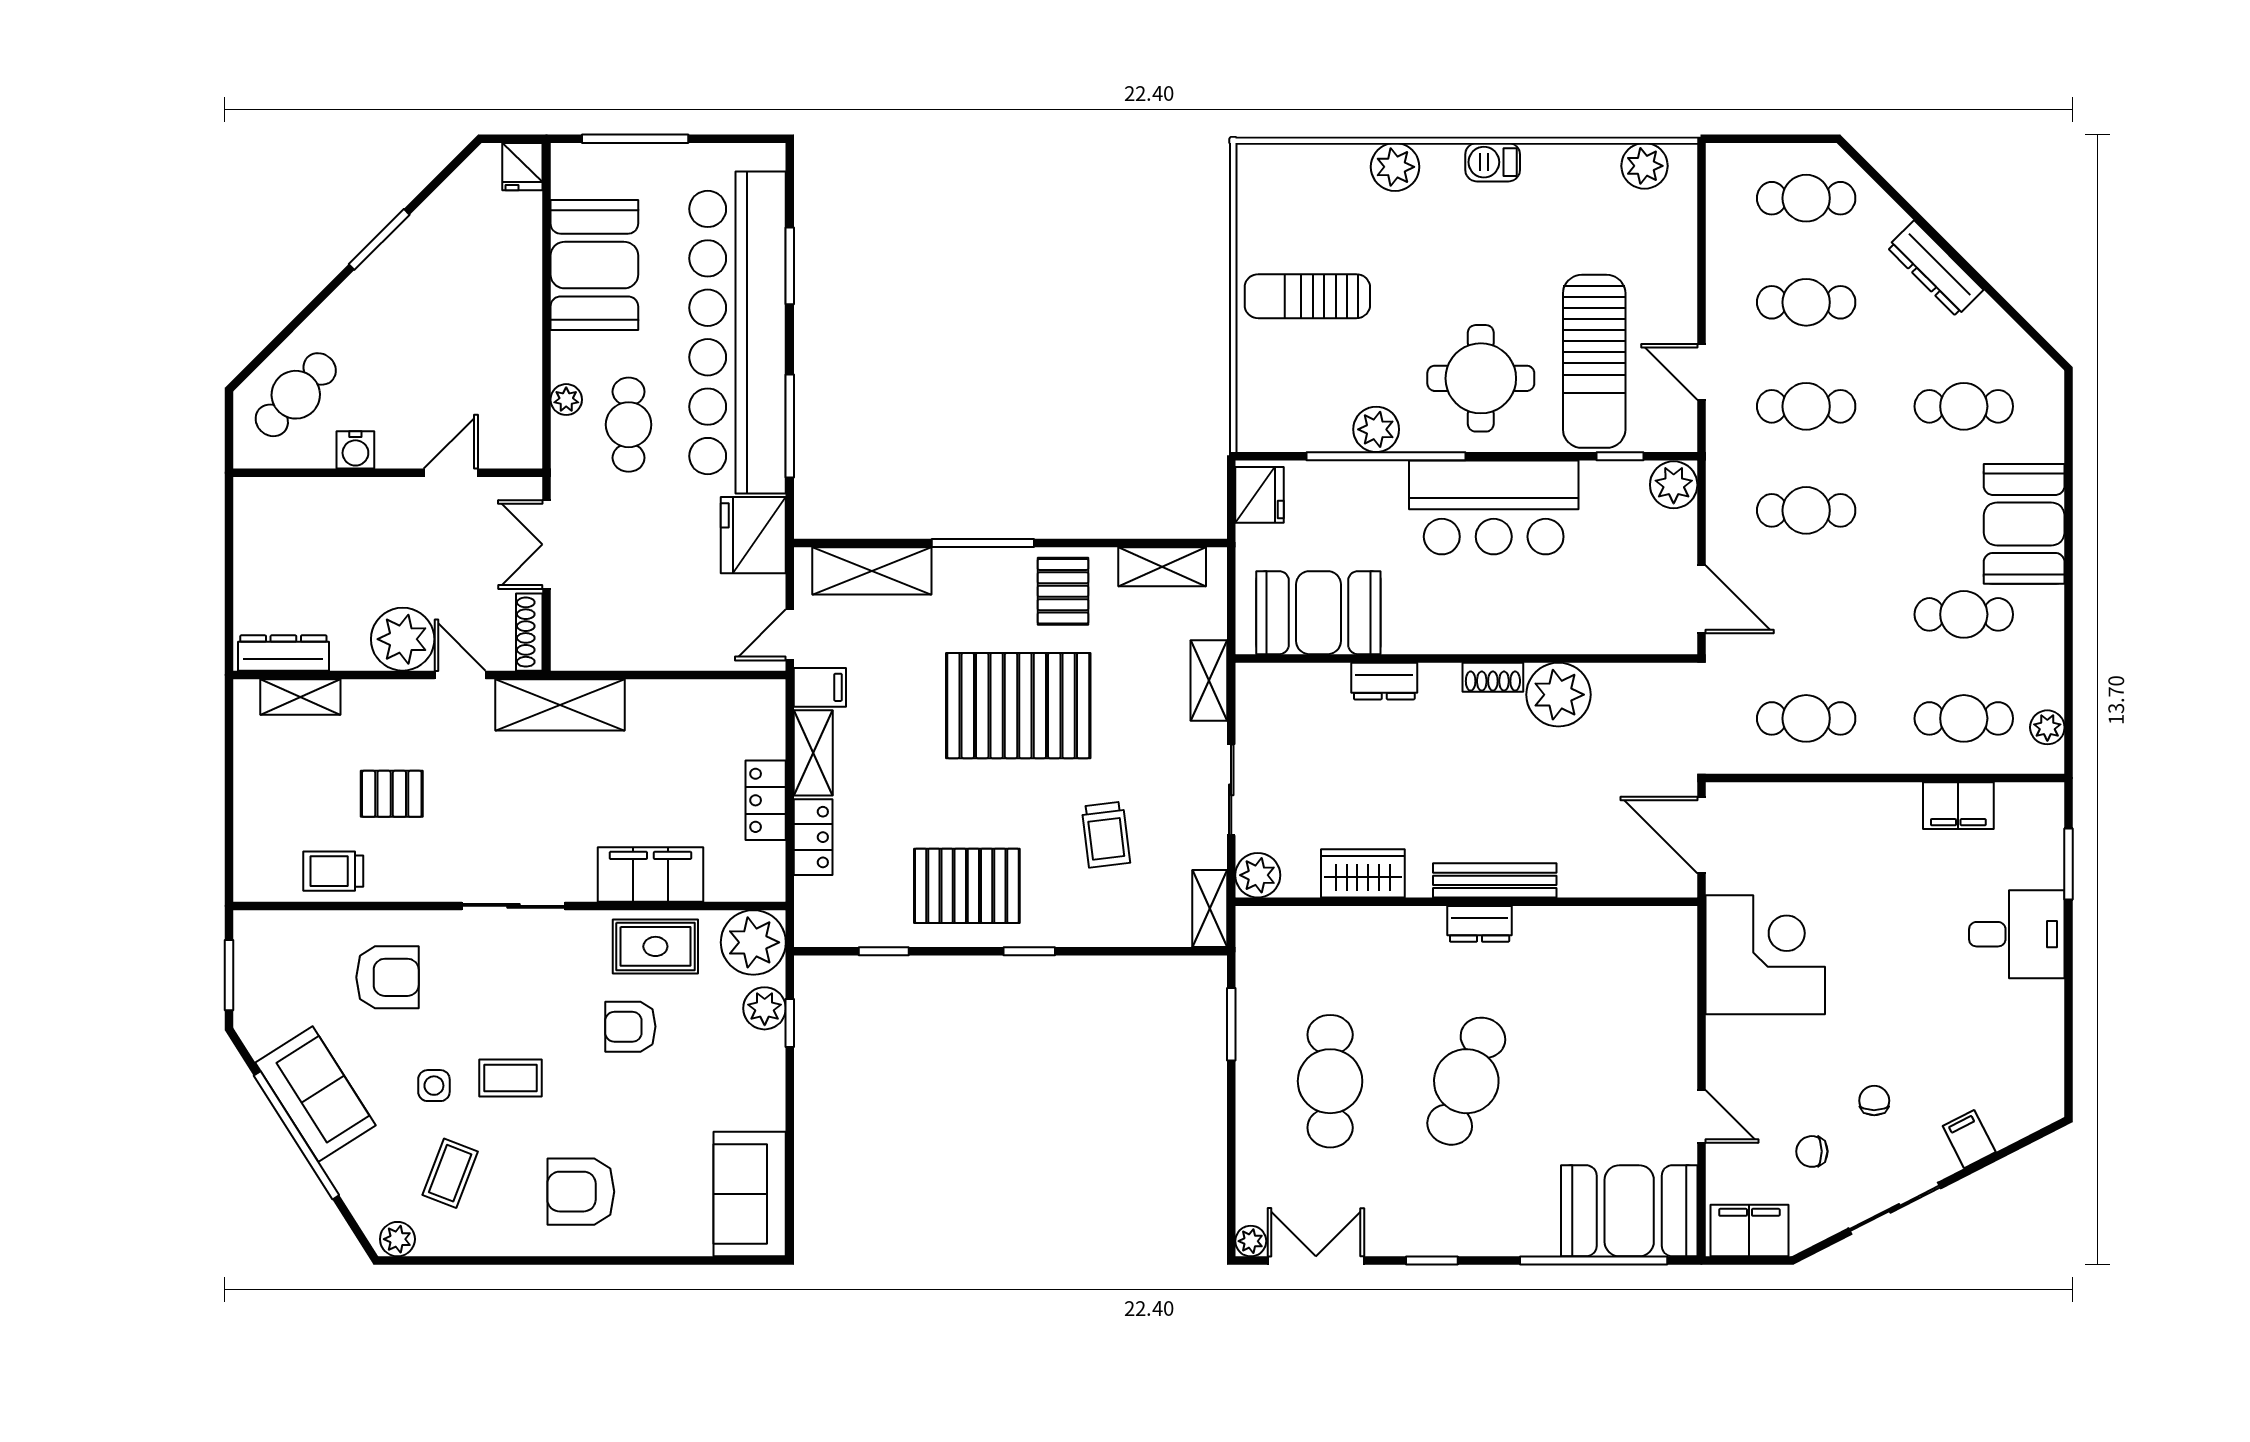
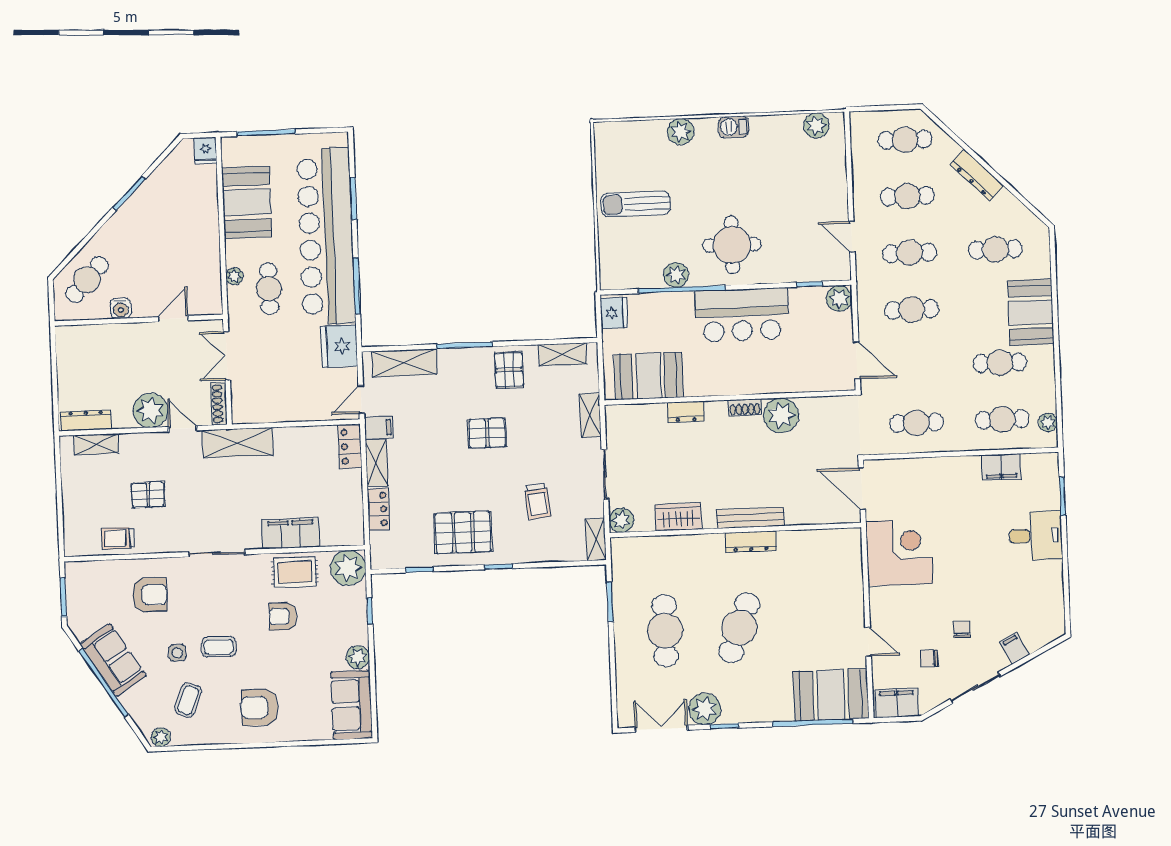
sun lounger: (1594, 361) -> (793, 233), removed
pallet: (1018, 706) -> (487, 433), width x0.49, depth x0.50
locker: (766, 800) -> (350, 447), moved
dresser: (1480, 924) -> (751, 542), width x1.44
plant: (765, 1008) -> (358, 657), moved
plant: (1251, 1241) -> (705, 709), moved, width x1.88, depth x1.88

